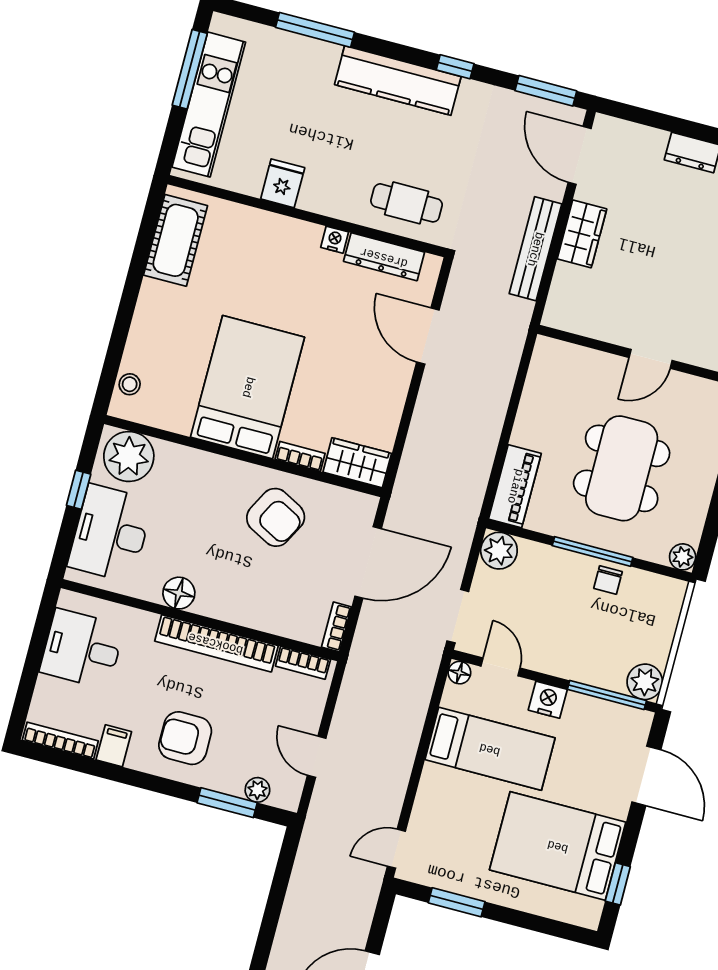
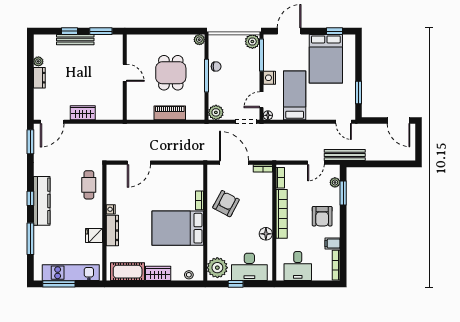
window: (455, 67) -> (30, 198), moved
bench: (535, 249) -> (345, 155), moved
dresser: (384, 257) -> (112, 230), moved
wardrobe: (357, 463) -> (158, 273), moved, turned 90
dining table: (622, 468) -> (171, 73), width x0.73
piano: (515, 486) -> (170, 113), moved

